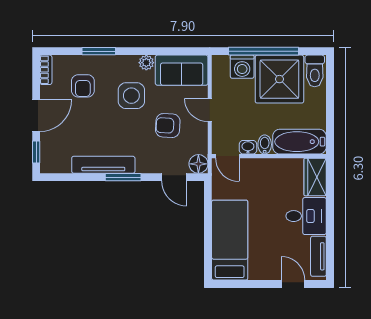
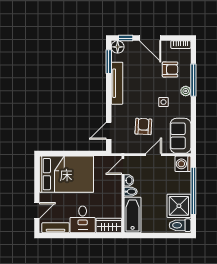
window: (99, 51) -> (193, 80), width x1.44
plant: (146, 63) -> (186, 91), moved
washing machine: (242, 67) -> (183, 164), moved
shower: (279, 79) -> (179, 206), width x0.73, depth x0.73
armchair: (83, 86) -> (170, 69), turned 180
side table: (131, 96) -> (163, 102), width x0.54, depth x0.54
floor lamp: (198, 164) -> (118, 47), moved
window: (123, 177) -> (109, 62), moved
bed: (230, 240) -> (66, 174), width x1.50

